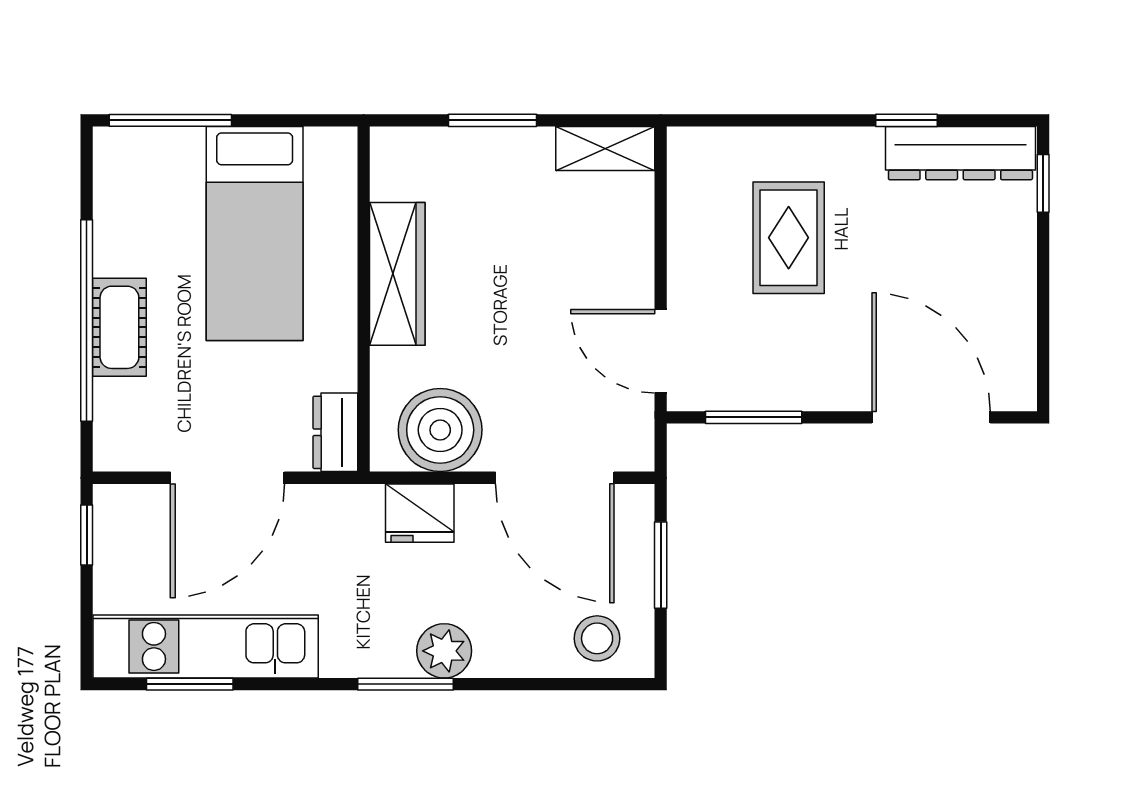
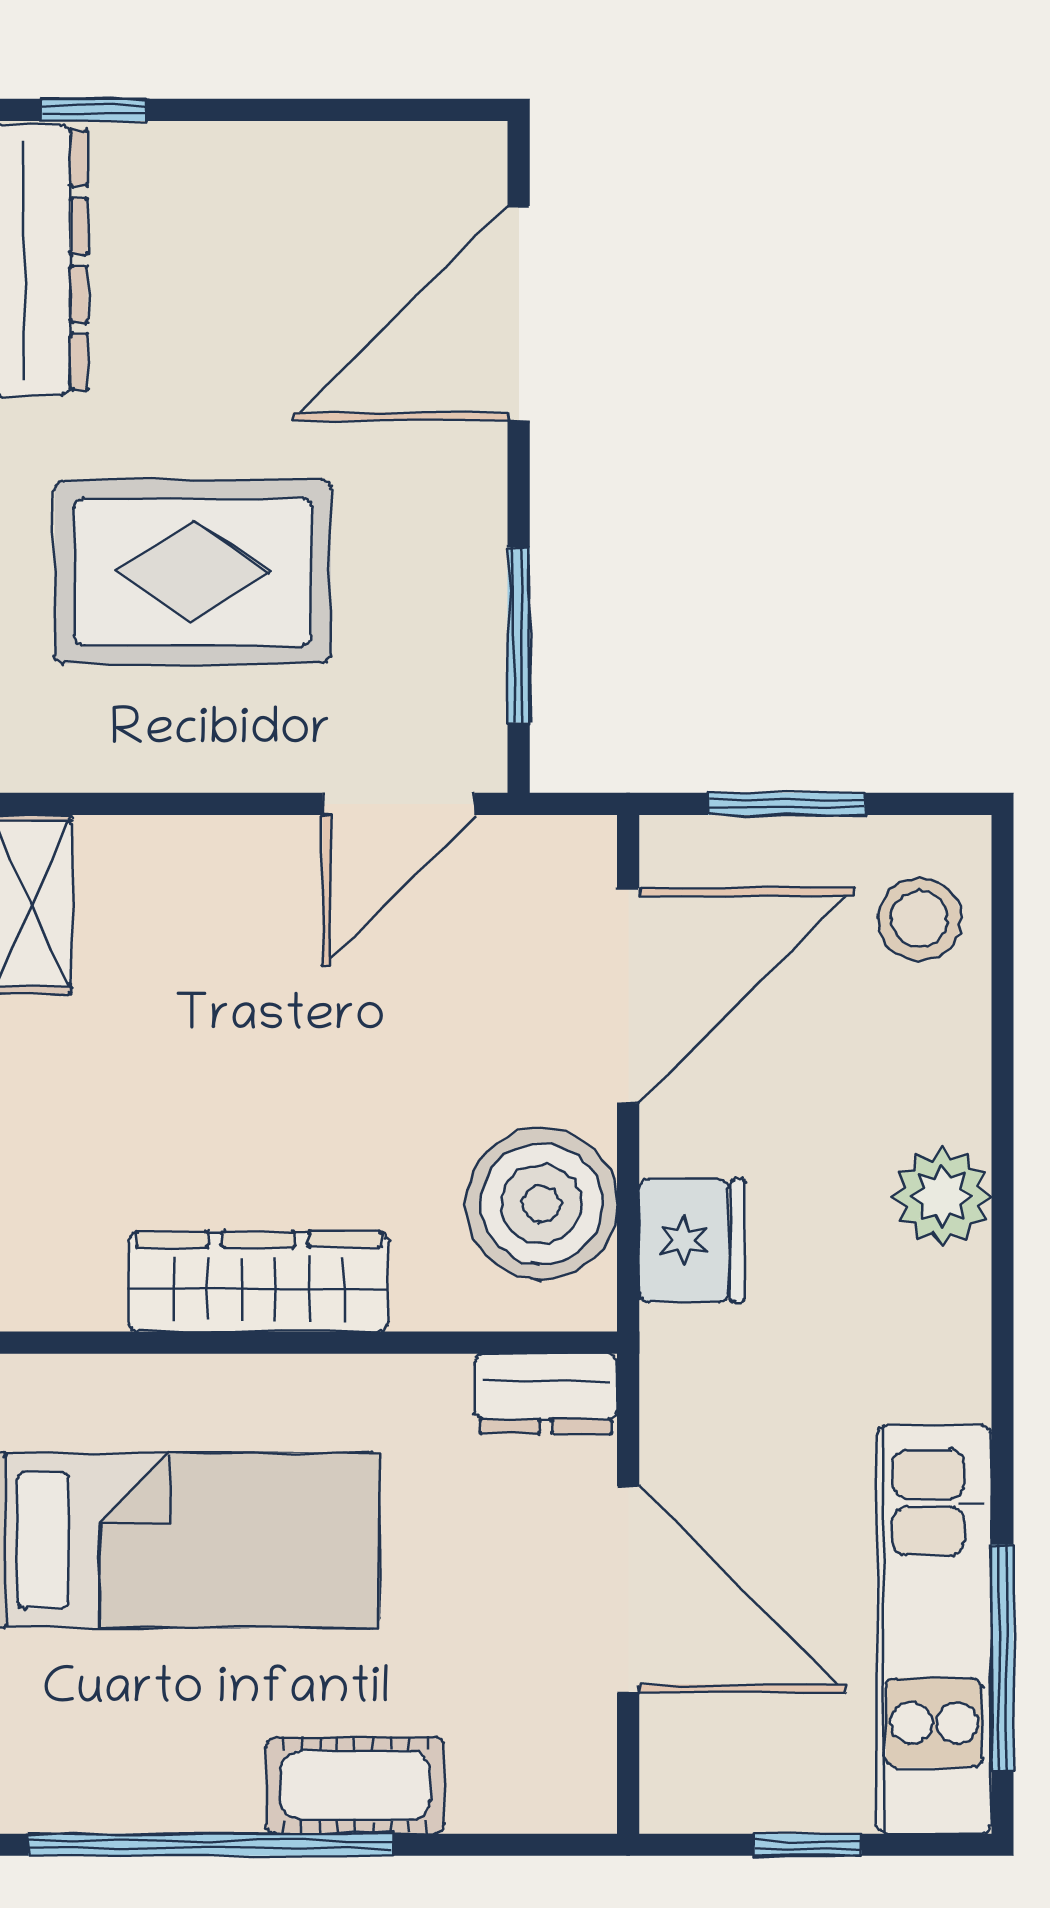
rug: (789, 238) -> (193, 572), width x1.36, depth x1.43
window: (87, 321) -> (210, 1845), moved
window: (87, 535) -> (807, 1845), moved
window: (190, 684) -> (1003, 1658), width x1.44
window: (405, 684) -> (1003, 1267), removed

